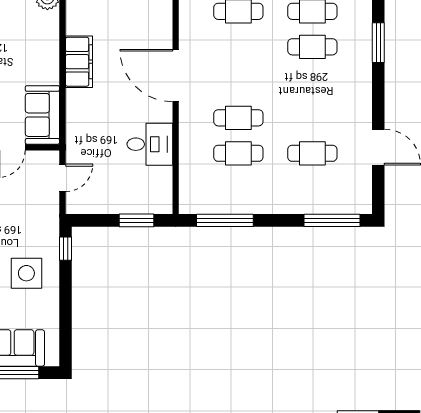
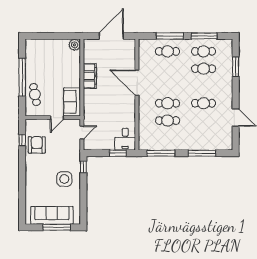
desk: (150, 144) -> (125, 139), moved, turned 90
cafe table: (312, 153) -> (204, 103), moved
window: (332, 220) -> (202, 153), moved

